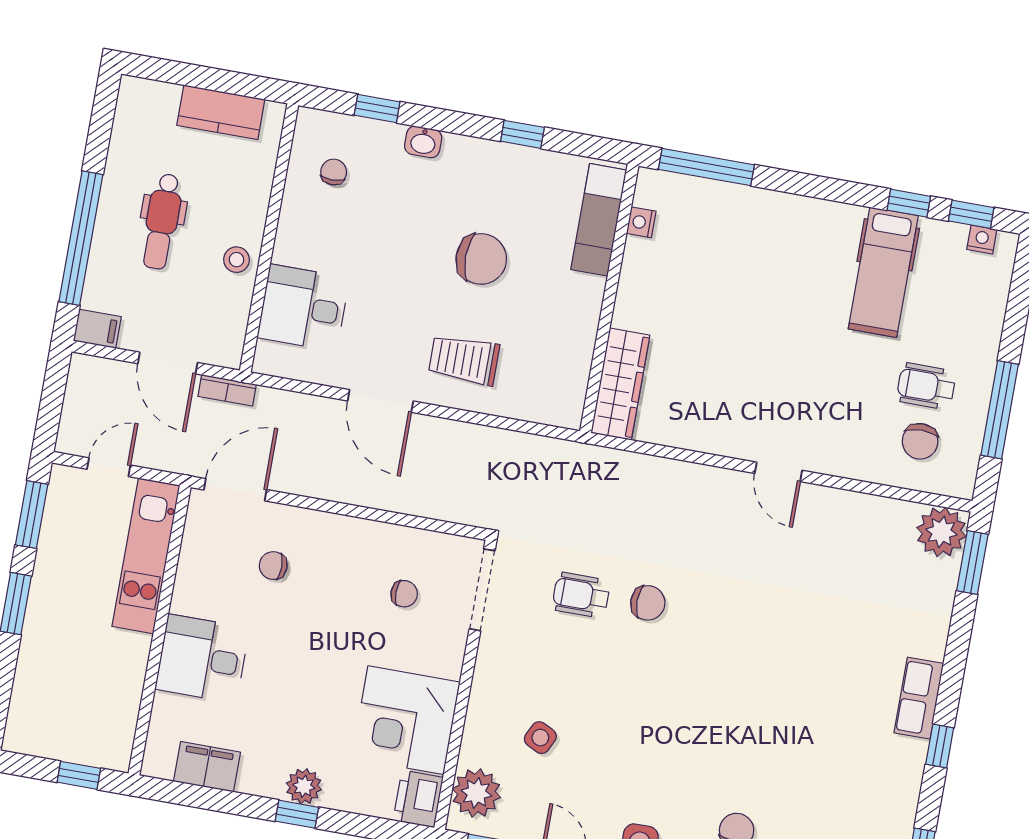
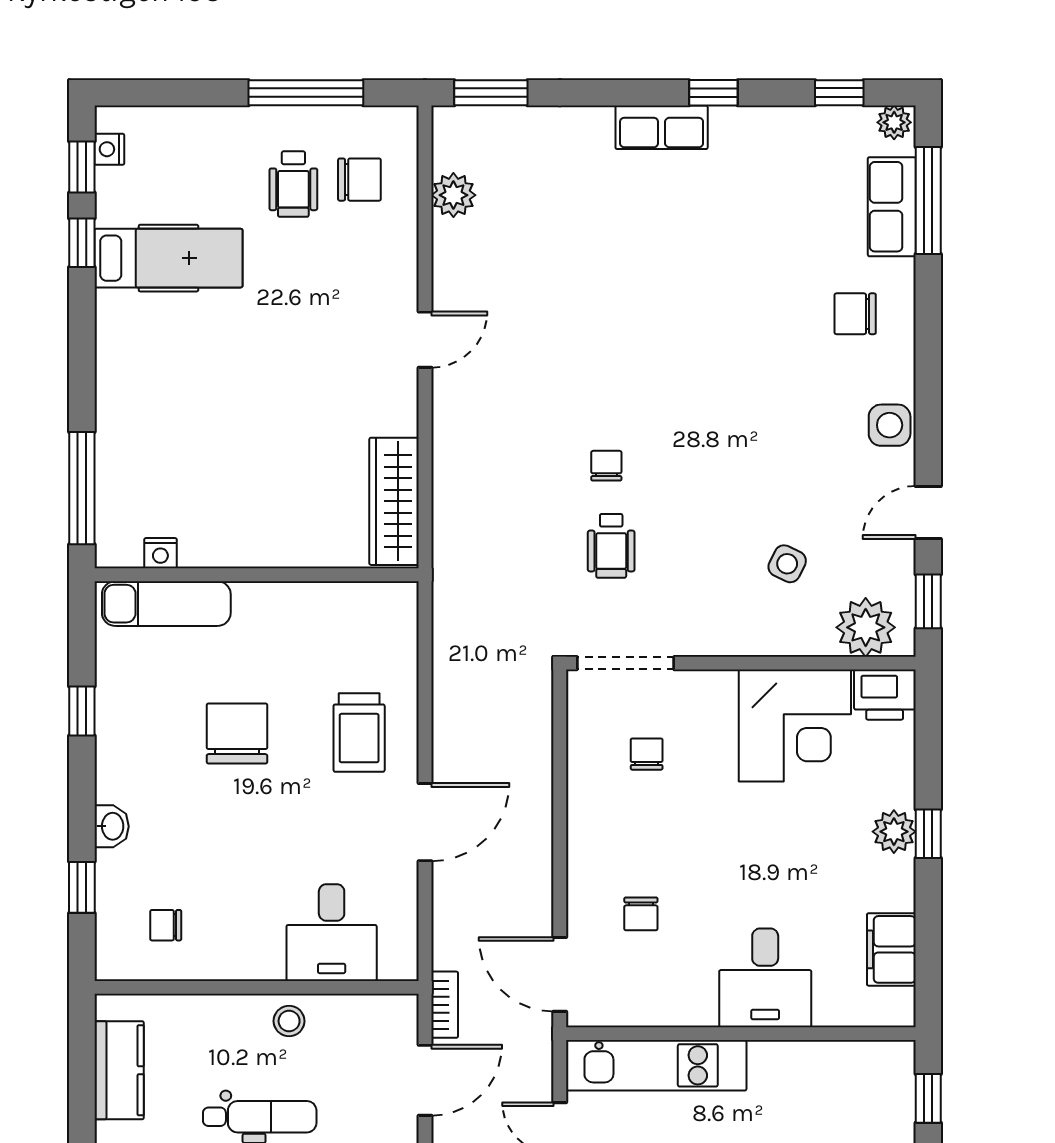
wardrobe: (620, 384) -> (394, 501), moved, turned -90
plant: (941, 532) -> (453, 195), moved, width x0.73, depth x0.73
chair: (648, 603) -> (606, 466), width x0.73, depth x0.73

